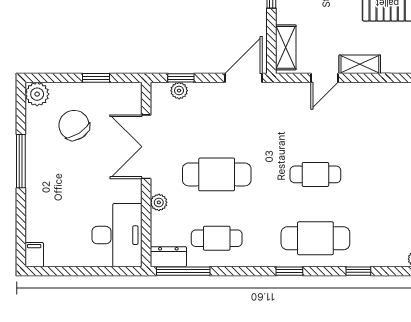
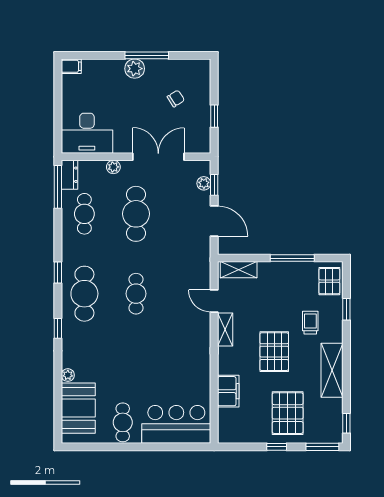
door: (243, 78) -> (214, 221), moved
plant: (37, 94) -> (135, 69), moved
chair: (74, 125) -> (176, 98), width x0.54, depth x0.54

